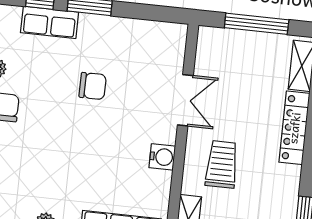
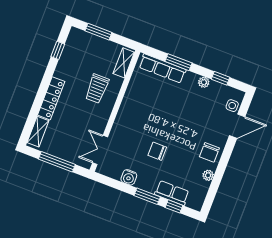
double door: (185, 100) -> (100, 150), moved
water cooler: (162, 157) -> (129, 177), moved, turned -90

